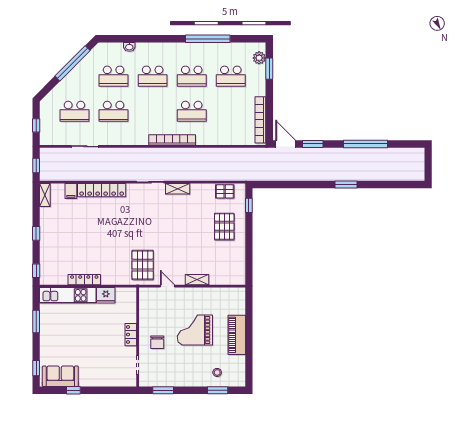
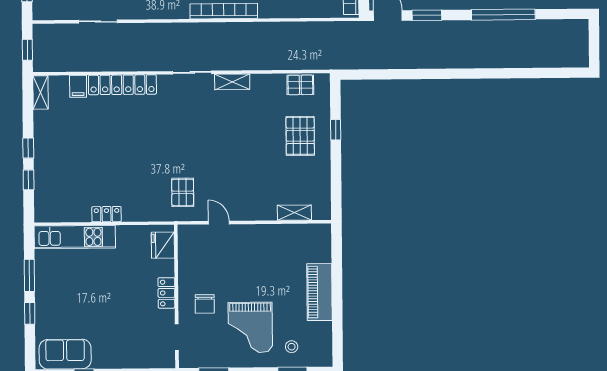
window: (346, 185) -> (476, 74), removed
window: (249, 205) -> (336, 130), moved
pallet: (143, 265) -> (183, 192), width x0.67, depth x0.71
window: (36, 271) -> (29, 180), moved
locker: (84, 280) -> (107, 214), width x0.66
shelving: (197, 280) -> (294, 213), moved
fridge: (106, 295) -> (163, 245), moved, turned 90
grand piano: (195, 330) -> (250, 327), moved, turned -90
window: (36, 368) -> (30, 313), moved

